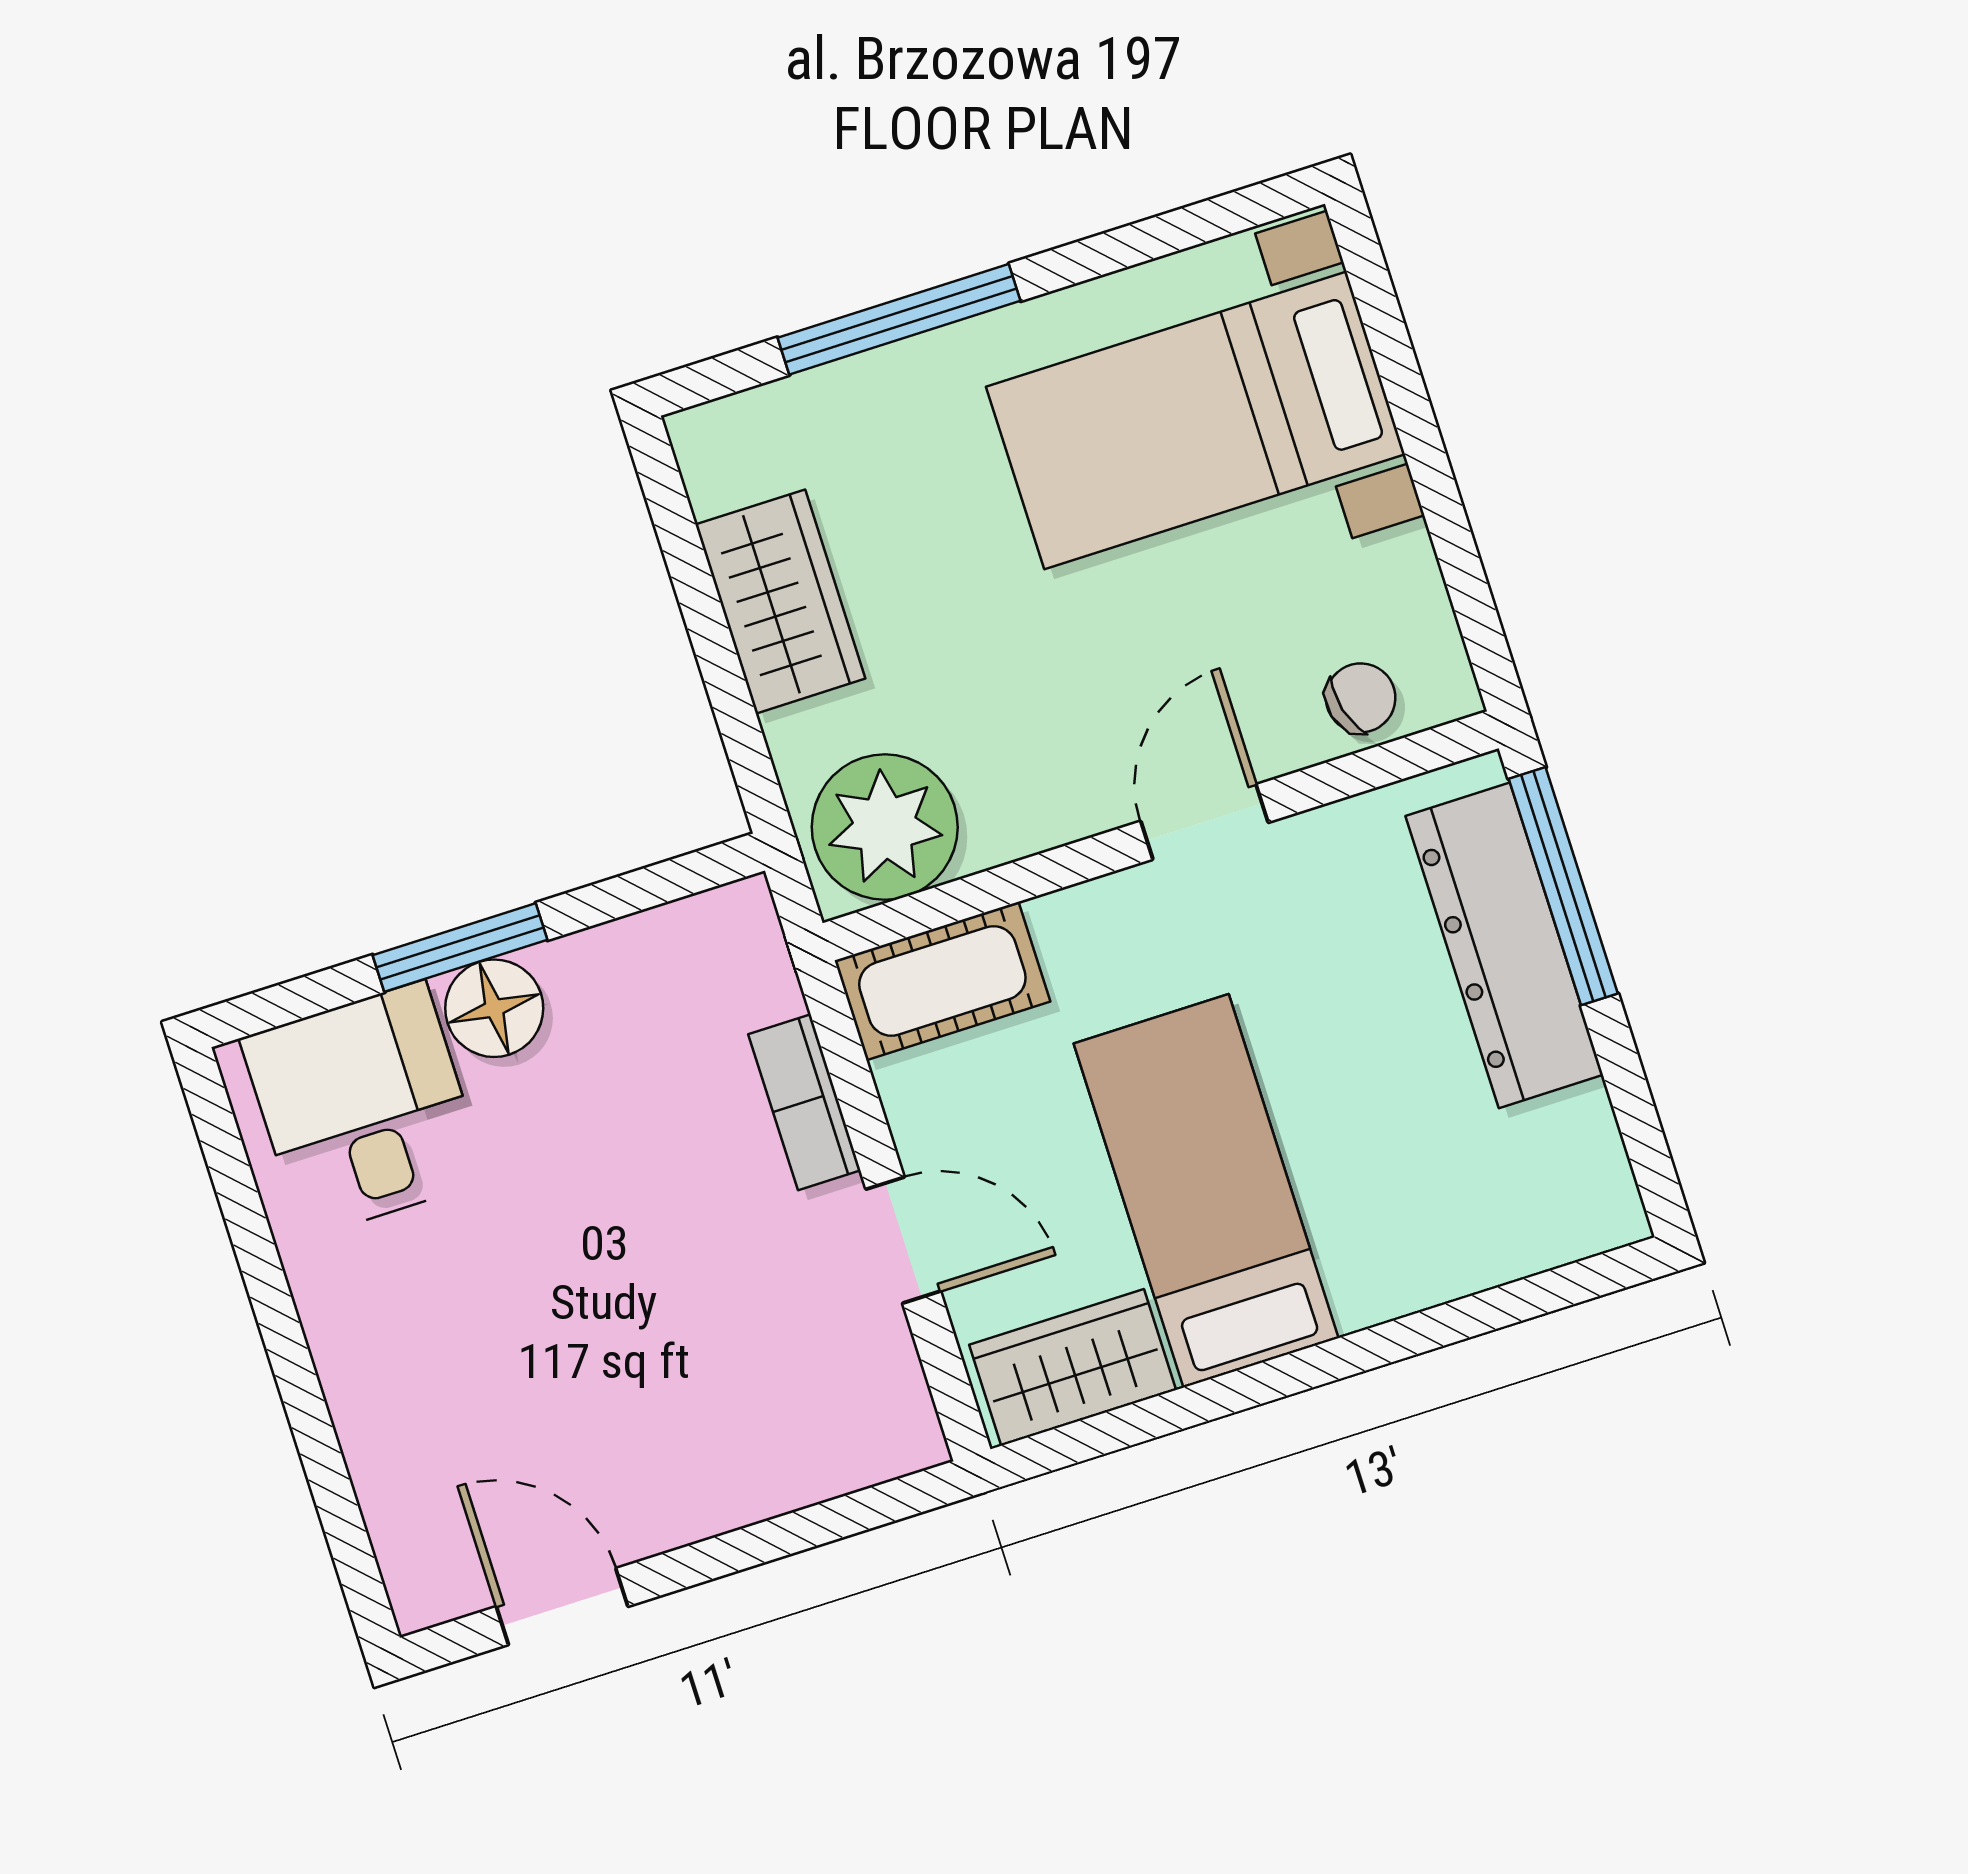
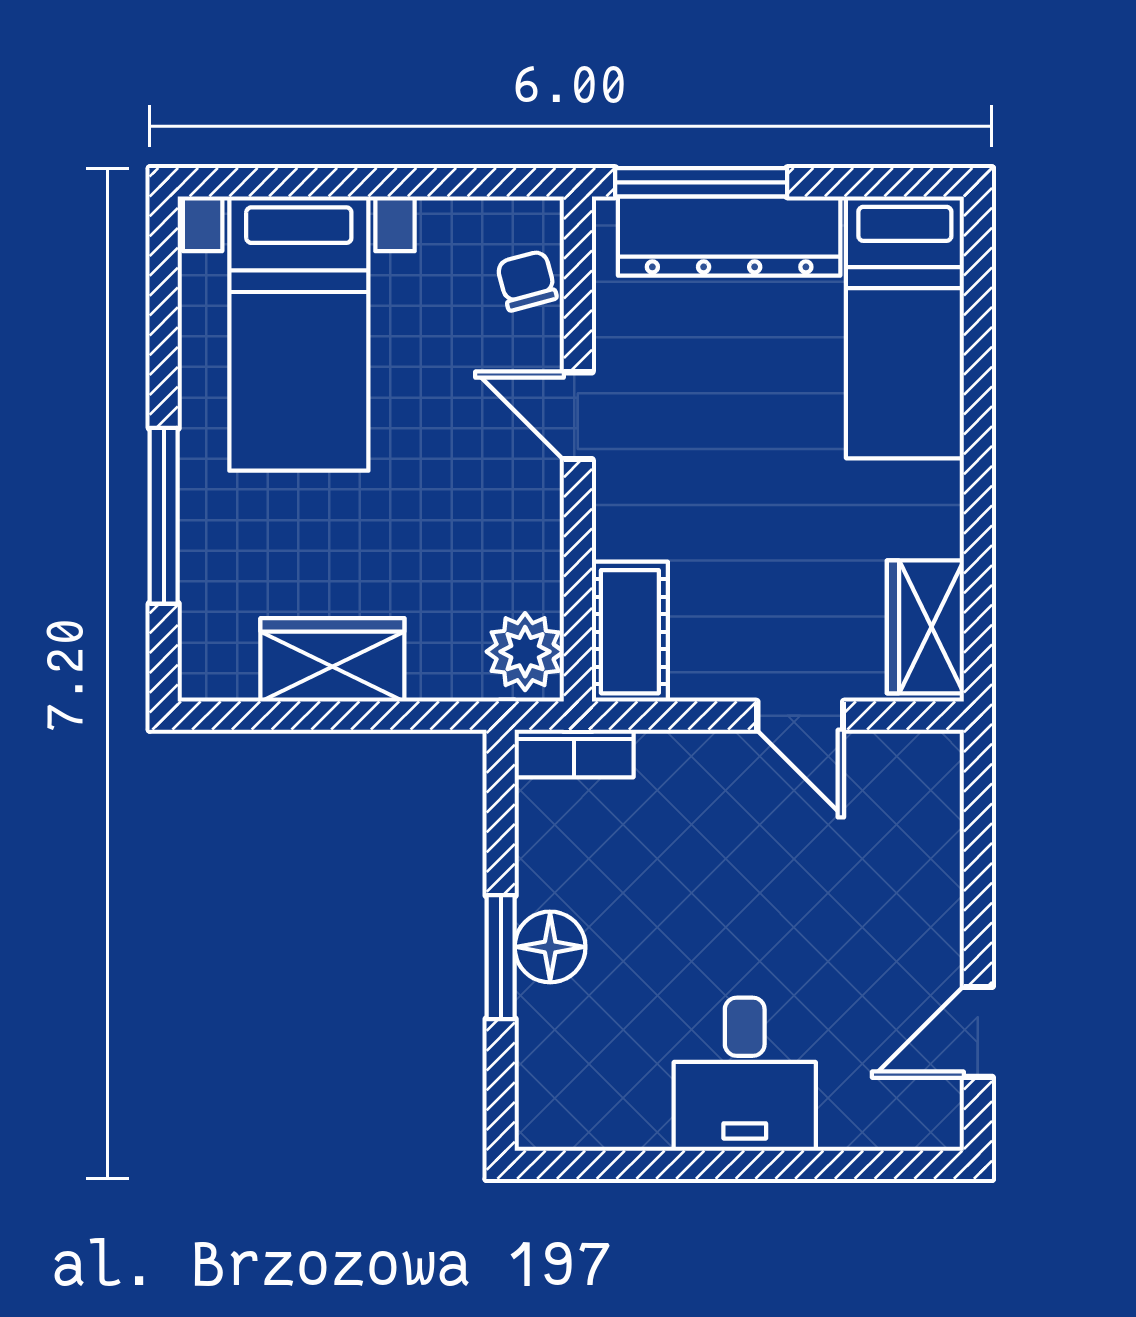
plant: (885, 827) -> (525, 652), width x0.73, depth x0.73
bookcase: (804, 1102) -> (574, 754), moved
desk: (364, 1110) -> (745, 1074), moved, turned -90
bed: (1206, 1191) -> (905, 327), moved, turned -90
door: (903, 1240) -> (800, 716), swing flipped

